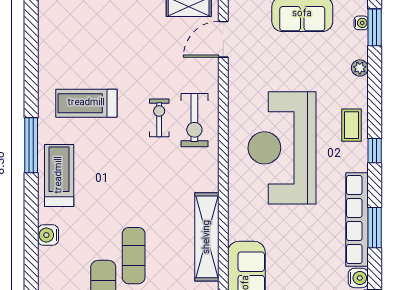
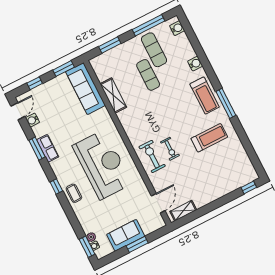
plant: (360, 68) -> (91, 237), moved
row of seats: (357, 219) -> (48, 148), width x0.50
shelving: (207, 237) -> (113, 95), width x0.68

